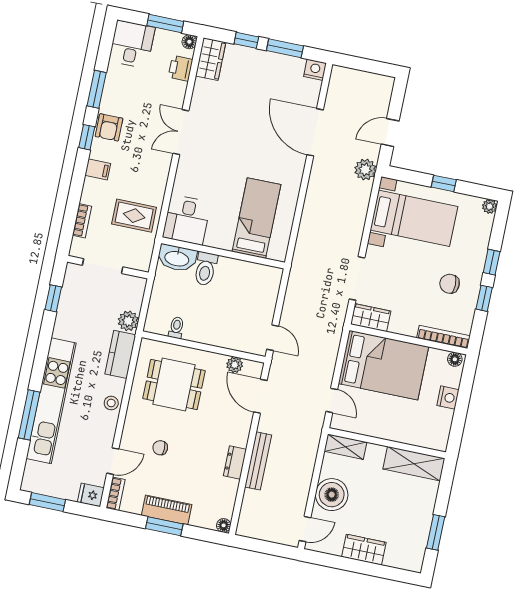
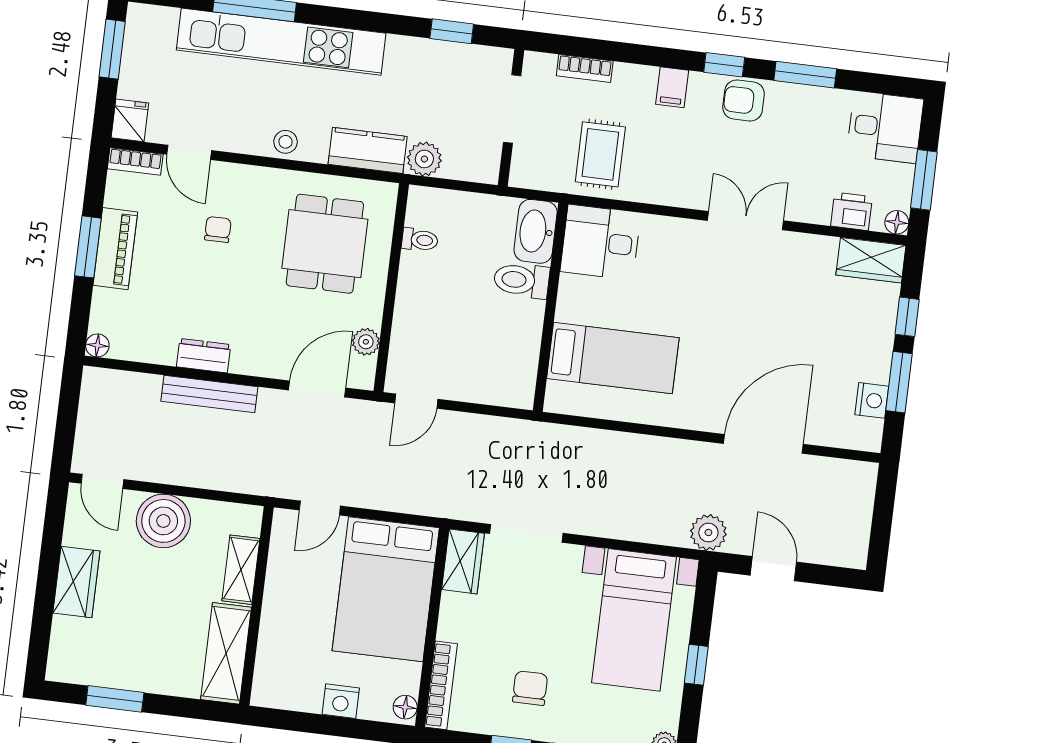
nightstand: (315, 70) -> (872, 400), moved
shelving: (345, 447) -> (241, 570), moved

